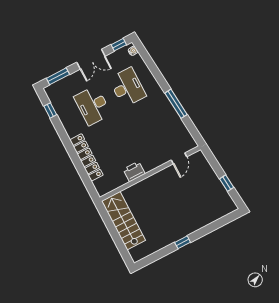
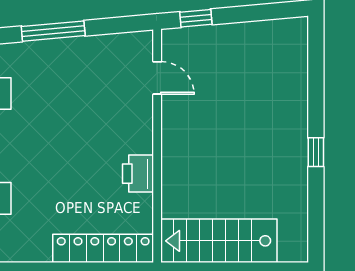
locker: (86, 157) -> (103, 248), moved
window: (227, 183) -> (196, 18), moved

